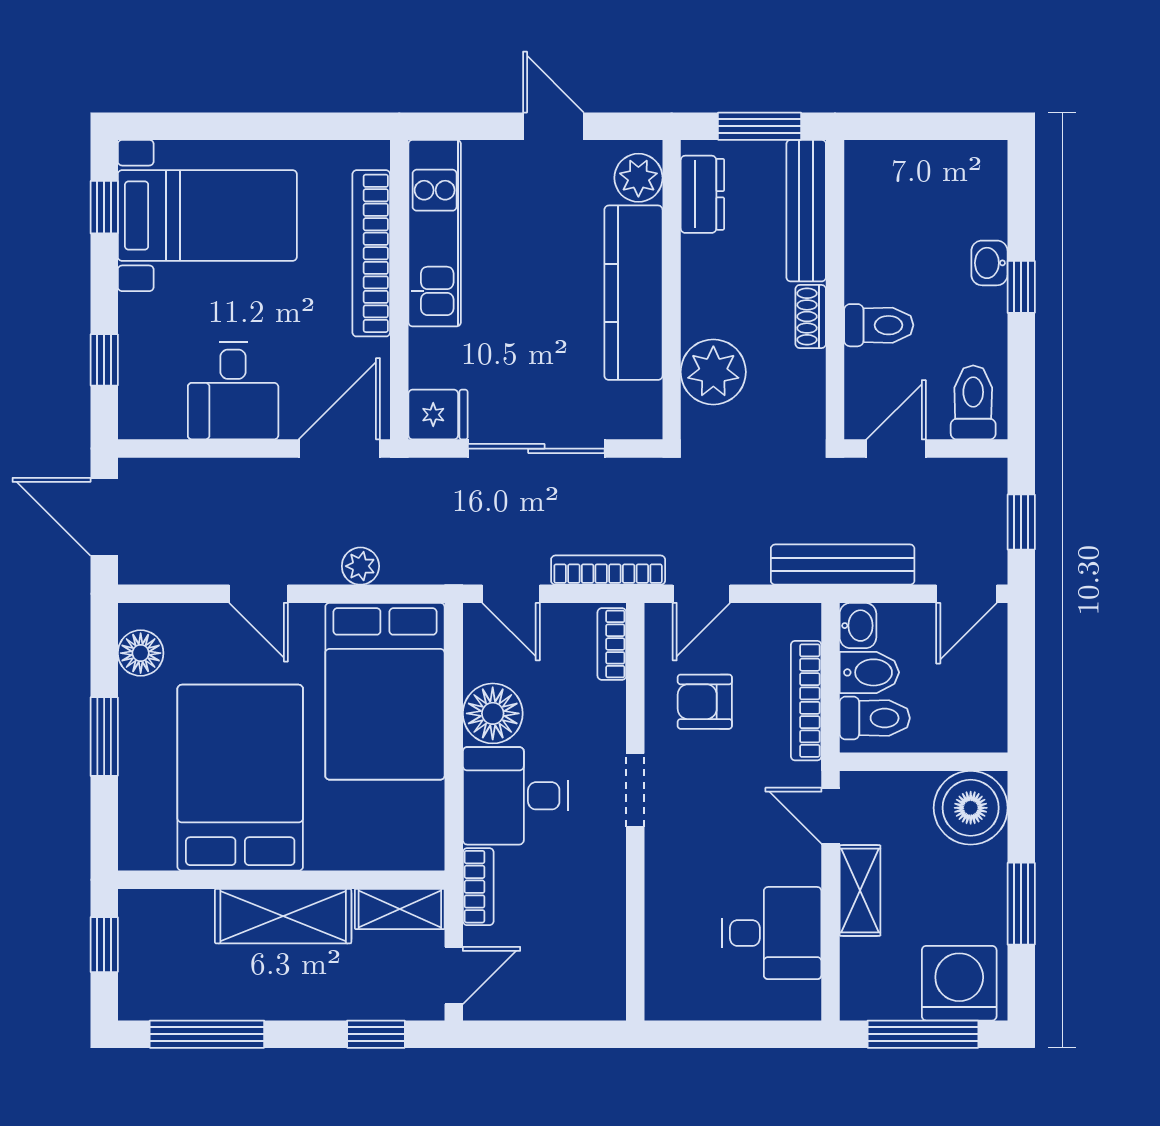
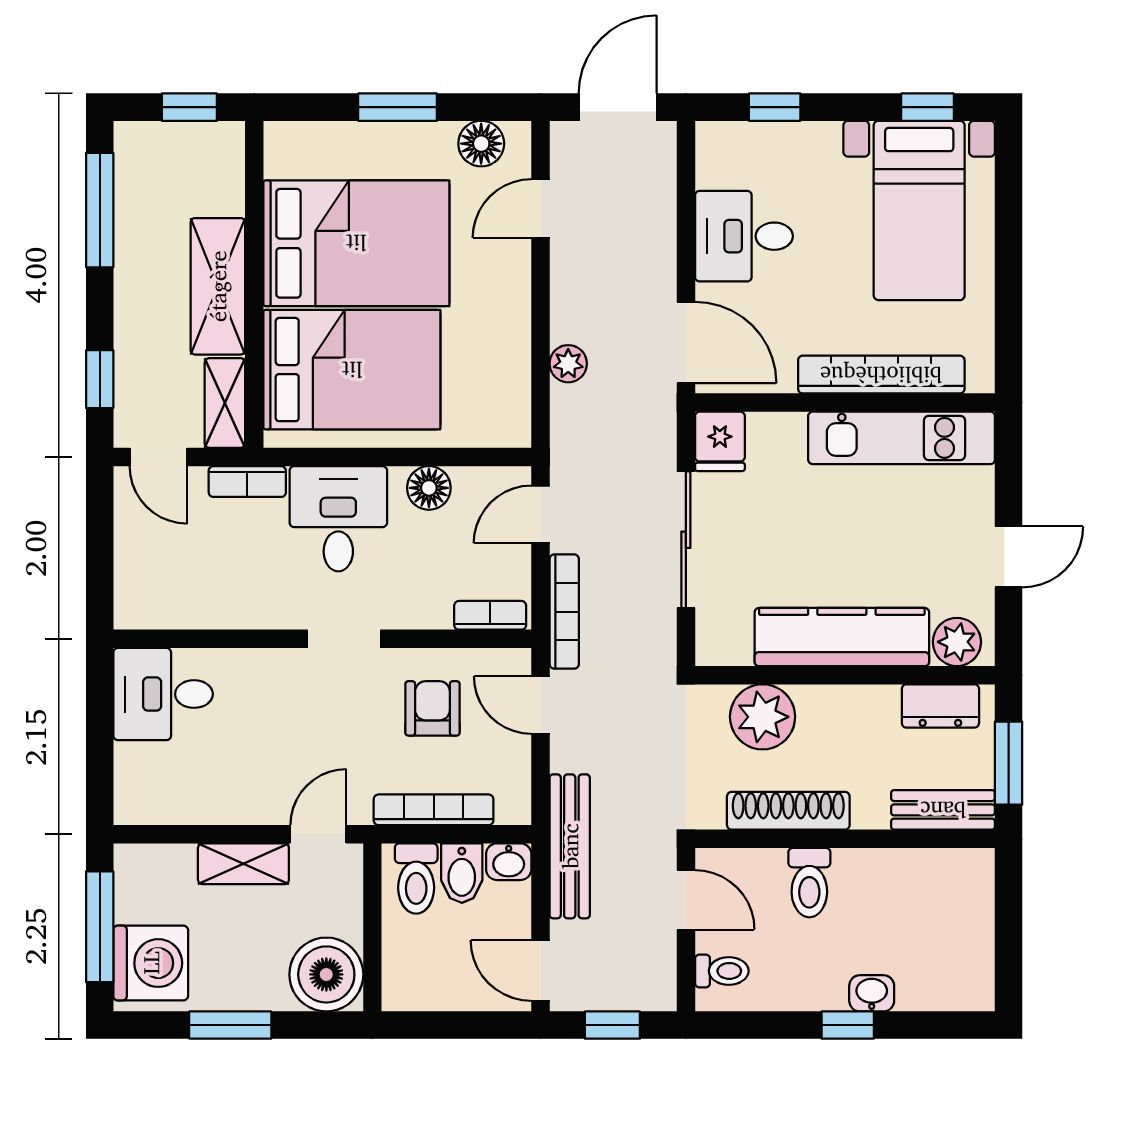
bench: (806, 211) -> (943, 810), width x0.73
shoe rack: (811, 317) -> (788, 811), width x1.94, depth x1.24
toilet: (973, 402) -> (722, 971), width x0.73, depth x0.72
door: (259, 594) -> (540, 209), moved
bed: (385, 691) -> (352, 370), moved, turned 180
floor lamp: (493, 713) -> (429, 488), width x0.73, depth x0.73
desk: (772, 933) -> (163, 694), moved, turned 90

